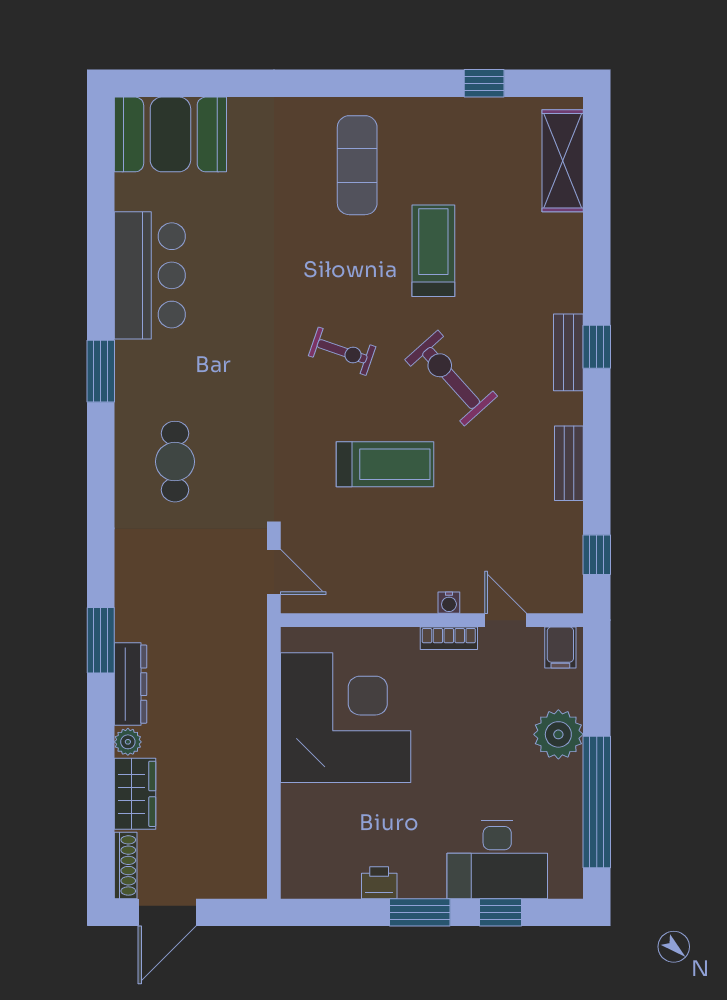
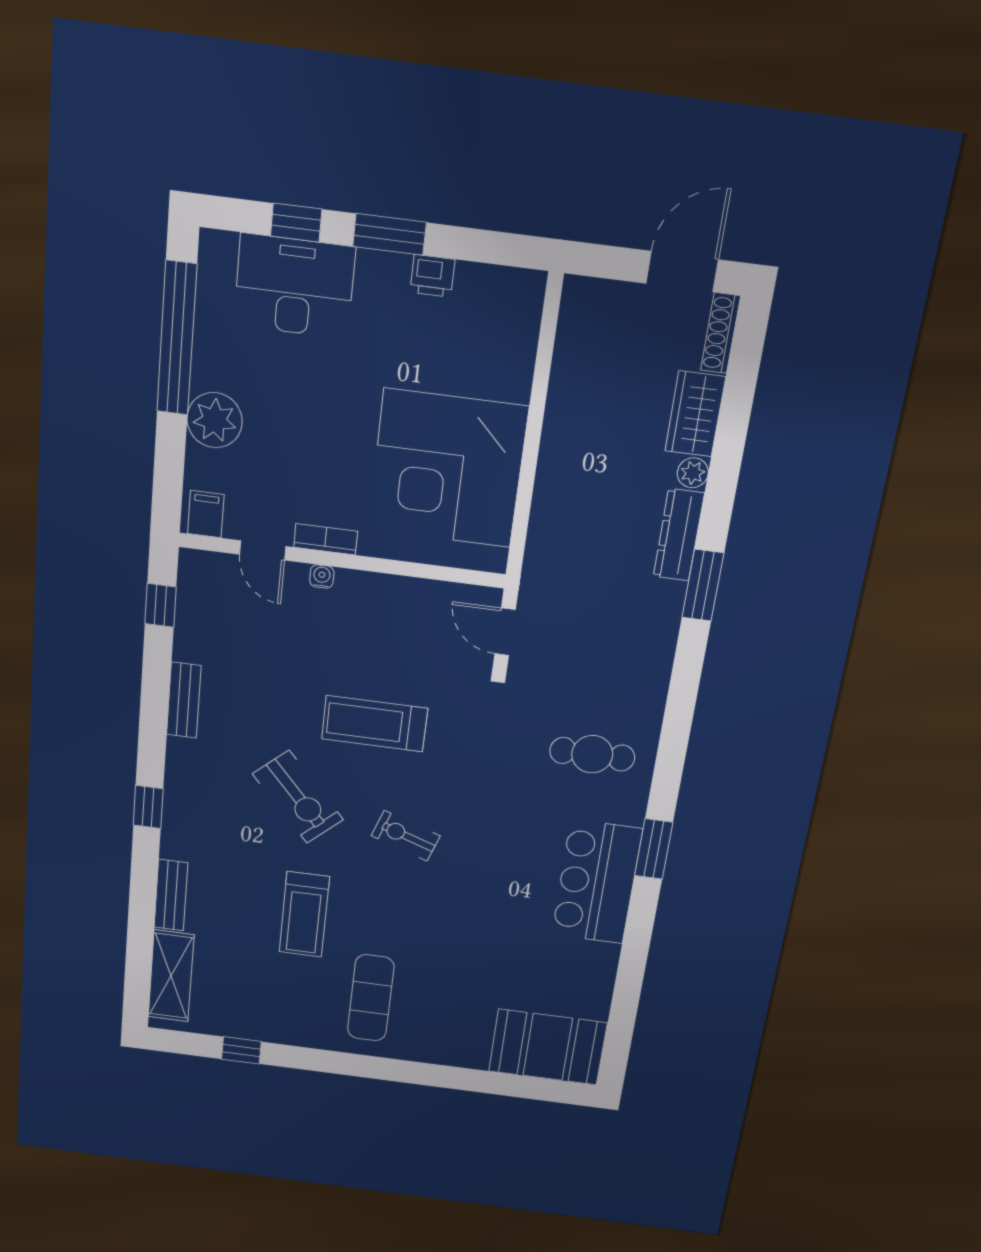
bar counter: (150, 275) -> (597, 882), moved
bench: (568, 352) -> (171, 895), moved
cafe table: (175, 462) -> (592, 754), turned 90

